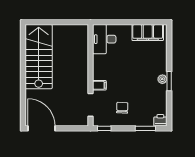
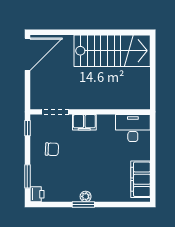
filing cabinet: (99, 85) -> (84, 122), width x2.00

